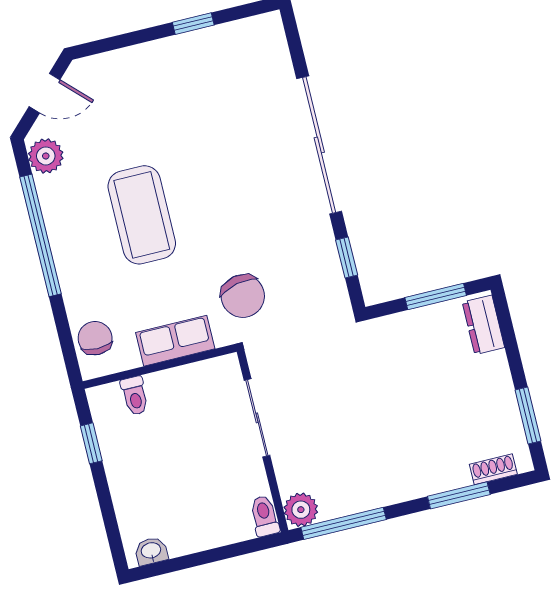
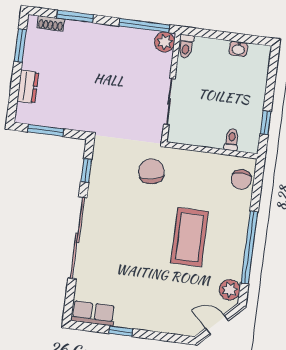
dresser: (483, 325) -> (28, 87), moved
row of seats: (175, 341) -> (93, 313), moved, turned 180
washbasin: (151, 551) -> (238, 49), moved

